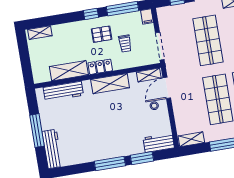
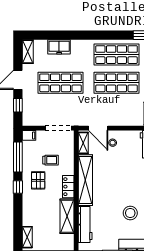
shelving: (110, 84) -> (85, 180), width x1.47
stool: (83, 137) -> (130, 213), added

